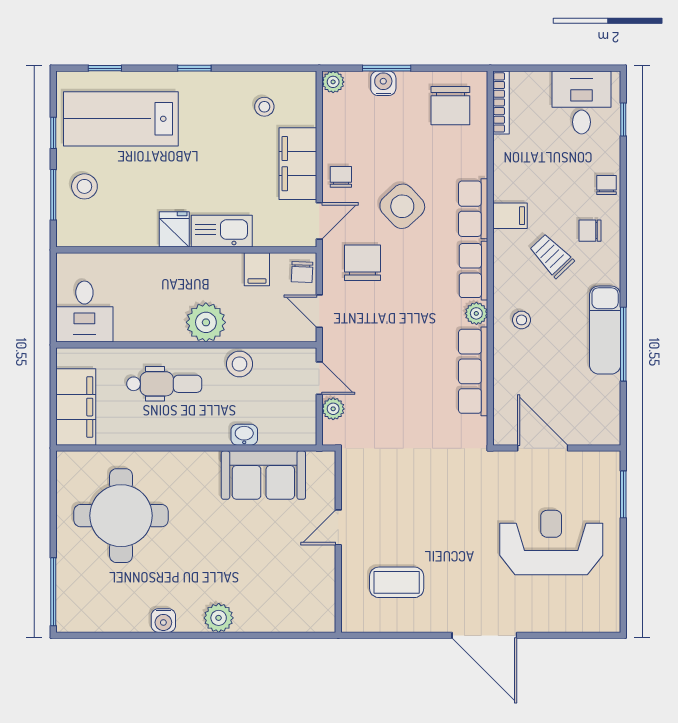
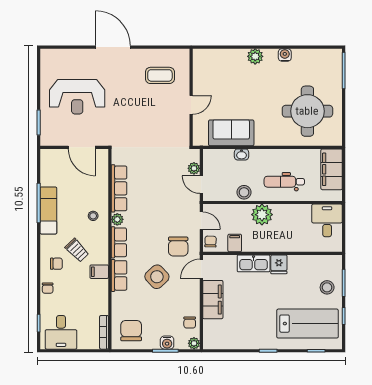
stool: (264, 107) -> (231, 330), removed
chair: (341, 177) -> (190, 323), moved

